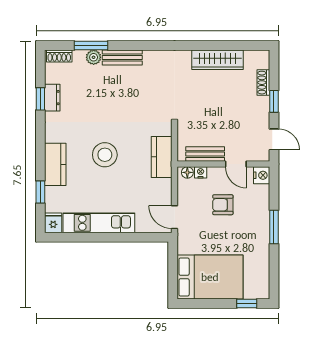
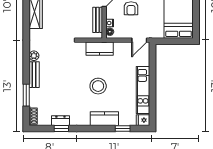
plant: (94, 57) -> (34, 56), moved

